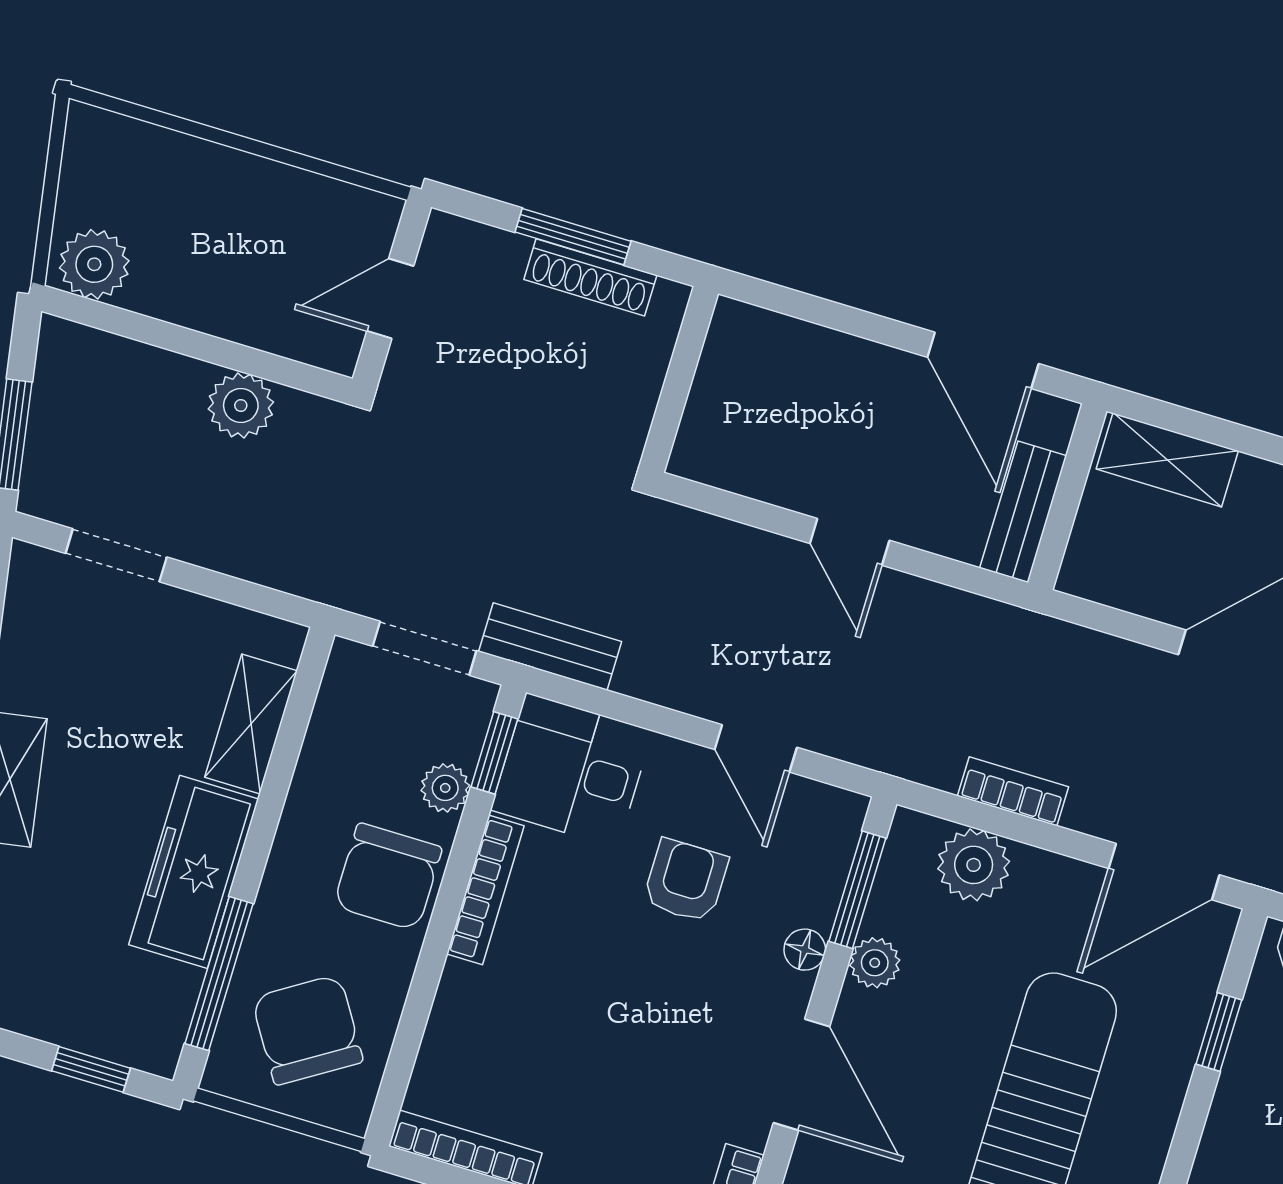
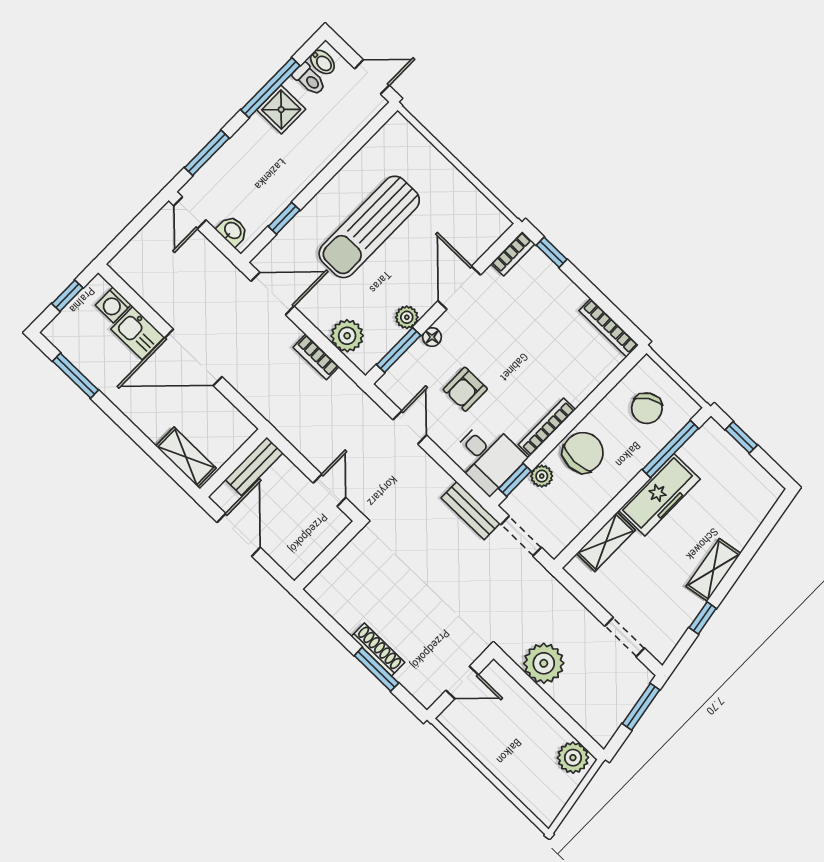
wall: (679, 379) -> (328, 555), moved
plant: (241, 405) -> (544, 663), width x1.36, depth x1.36
chair: (307, 1030) -> (647, 408), width x0.73, depth x0.73

